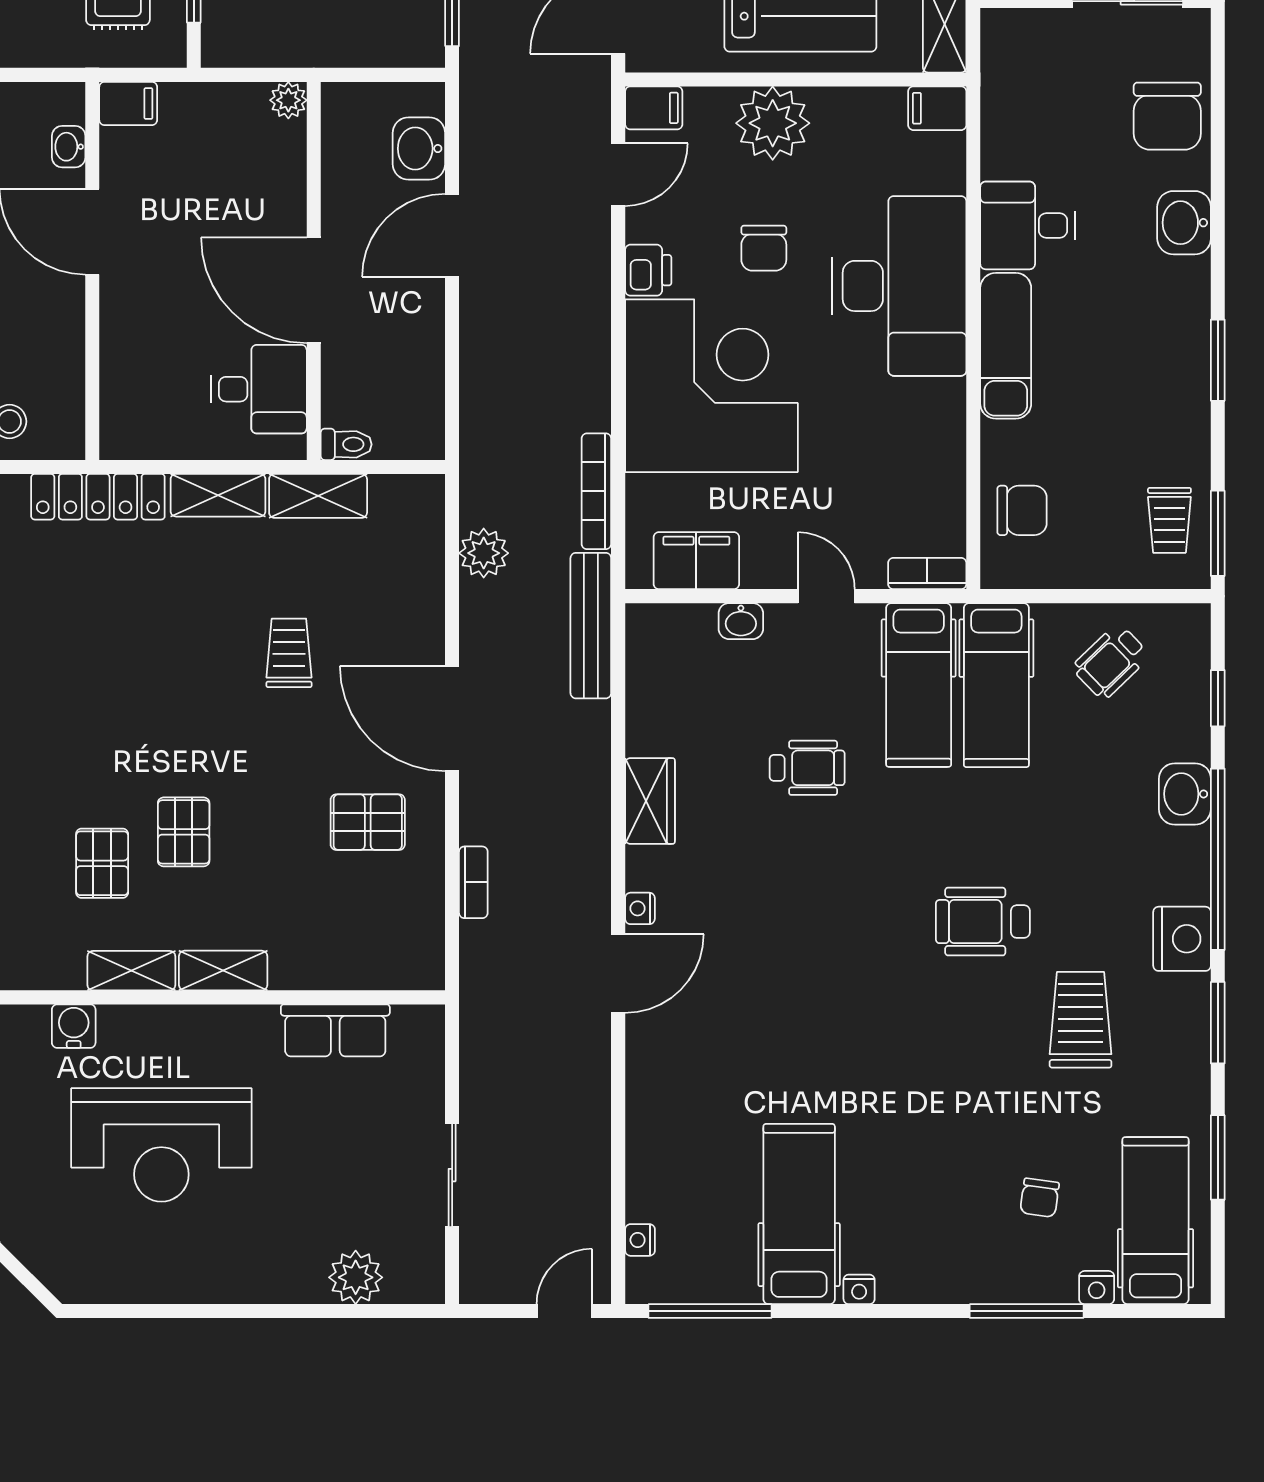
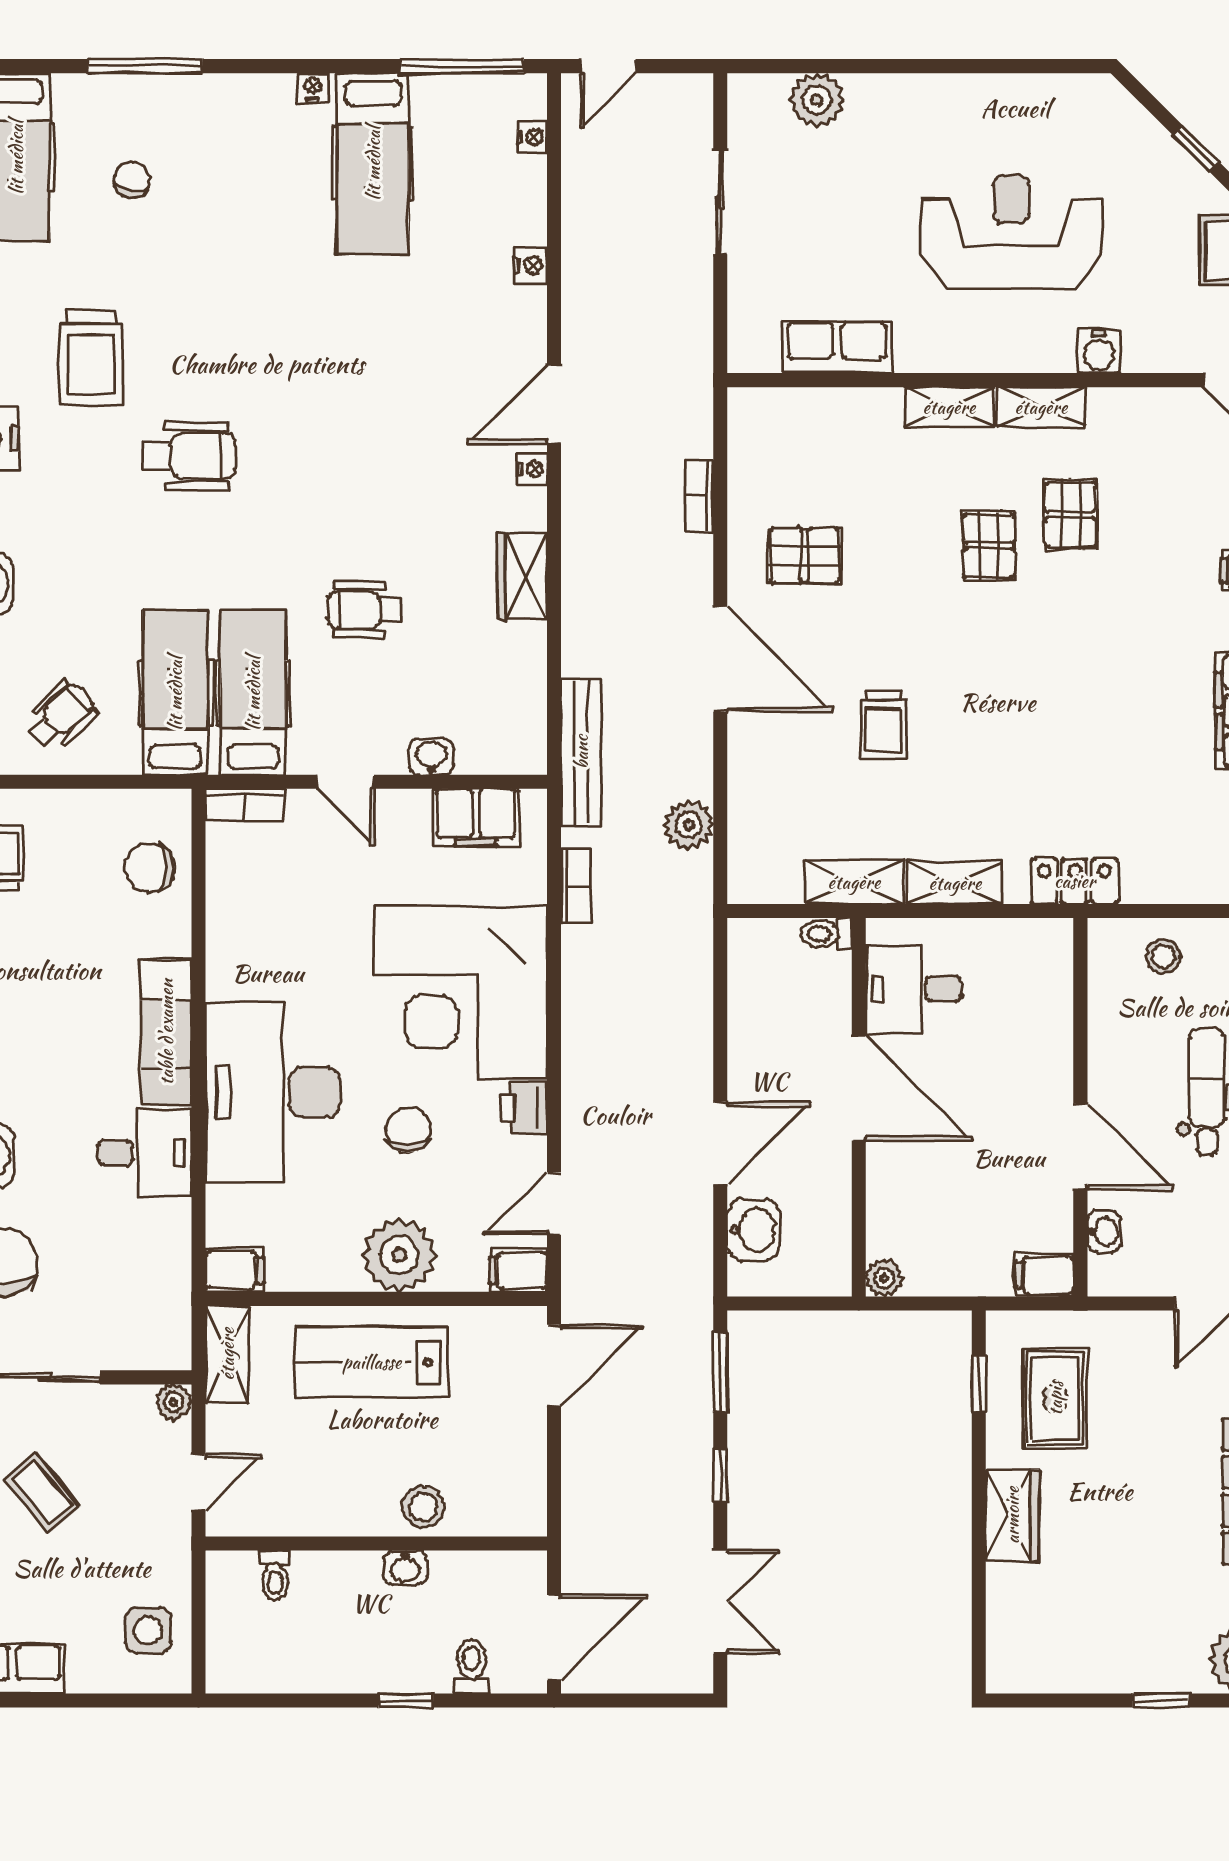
bookcase: (596, 491) -> (576, 887), width x0.64
locker: (98, 497) -> (1075, 881), width x0.66
nightstand: (1097, 1288) -> (531, 265), moved, turned 90

